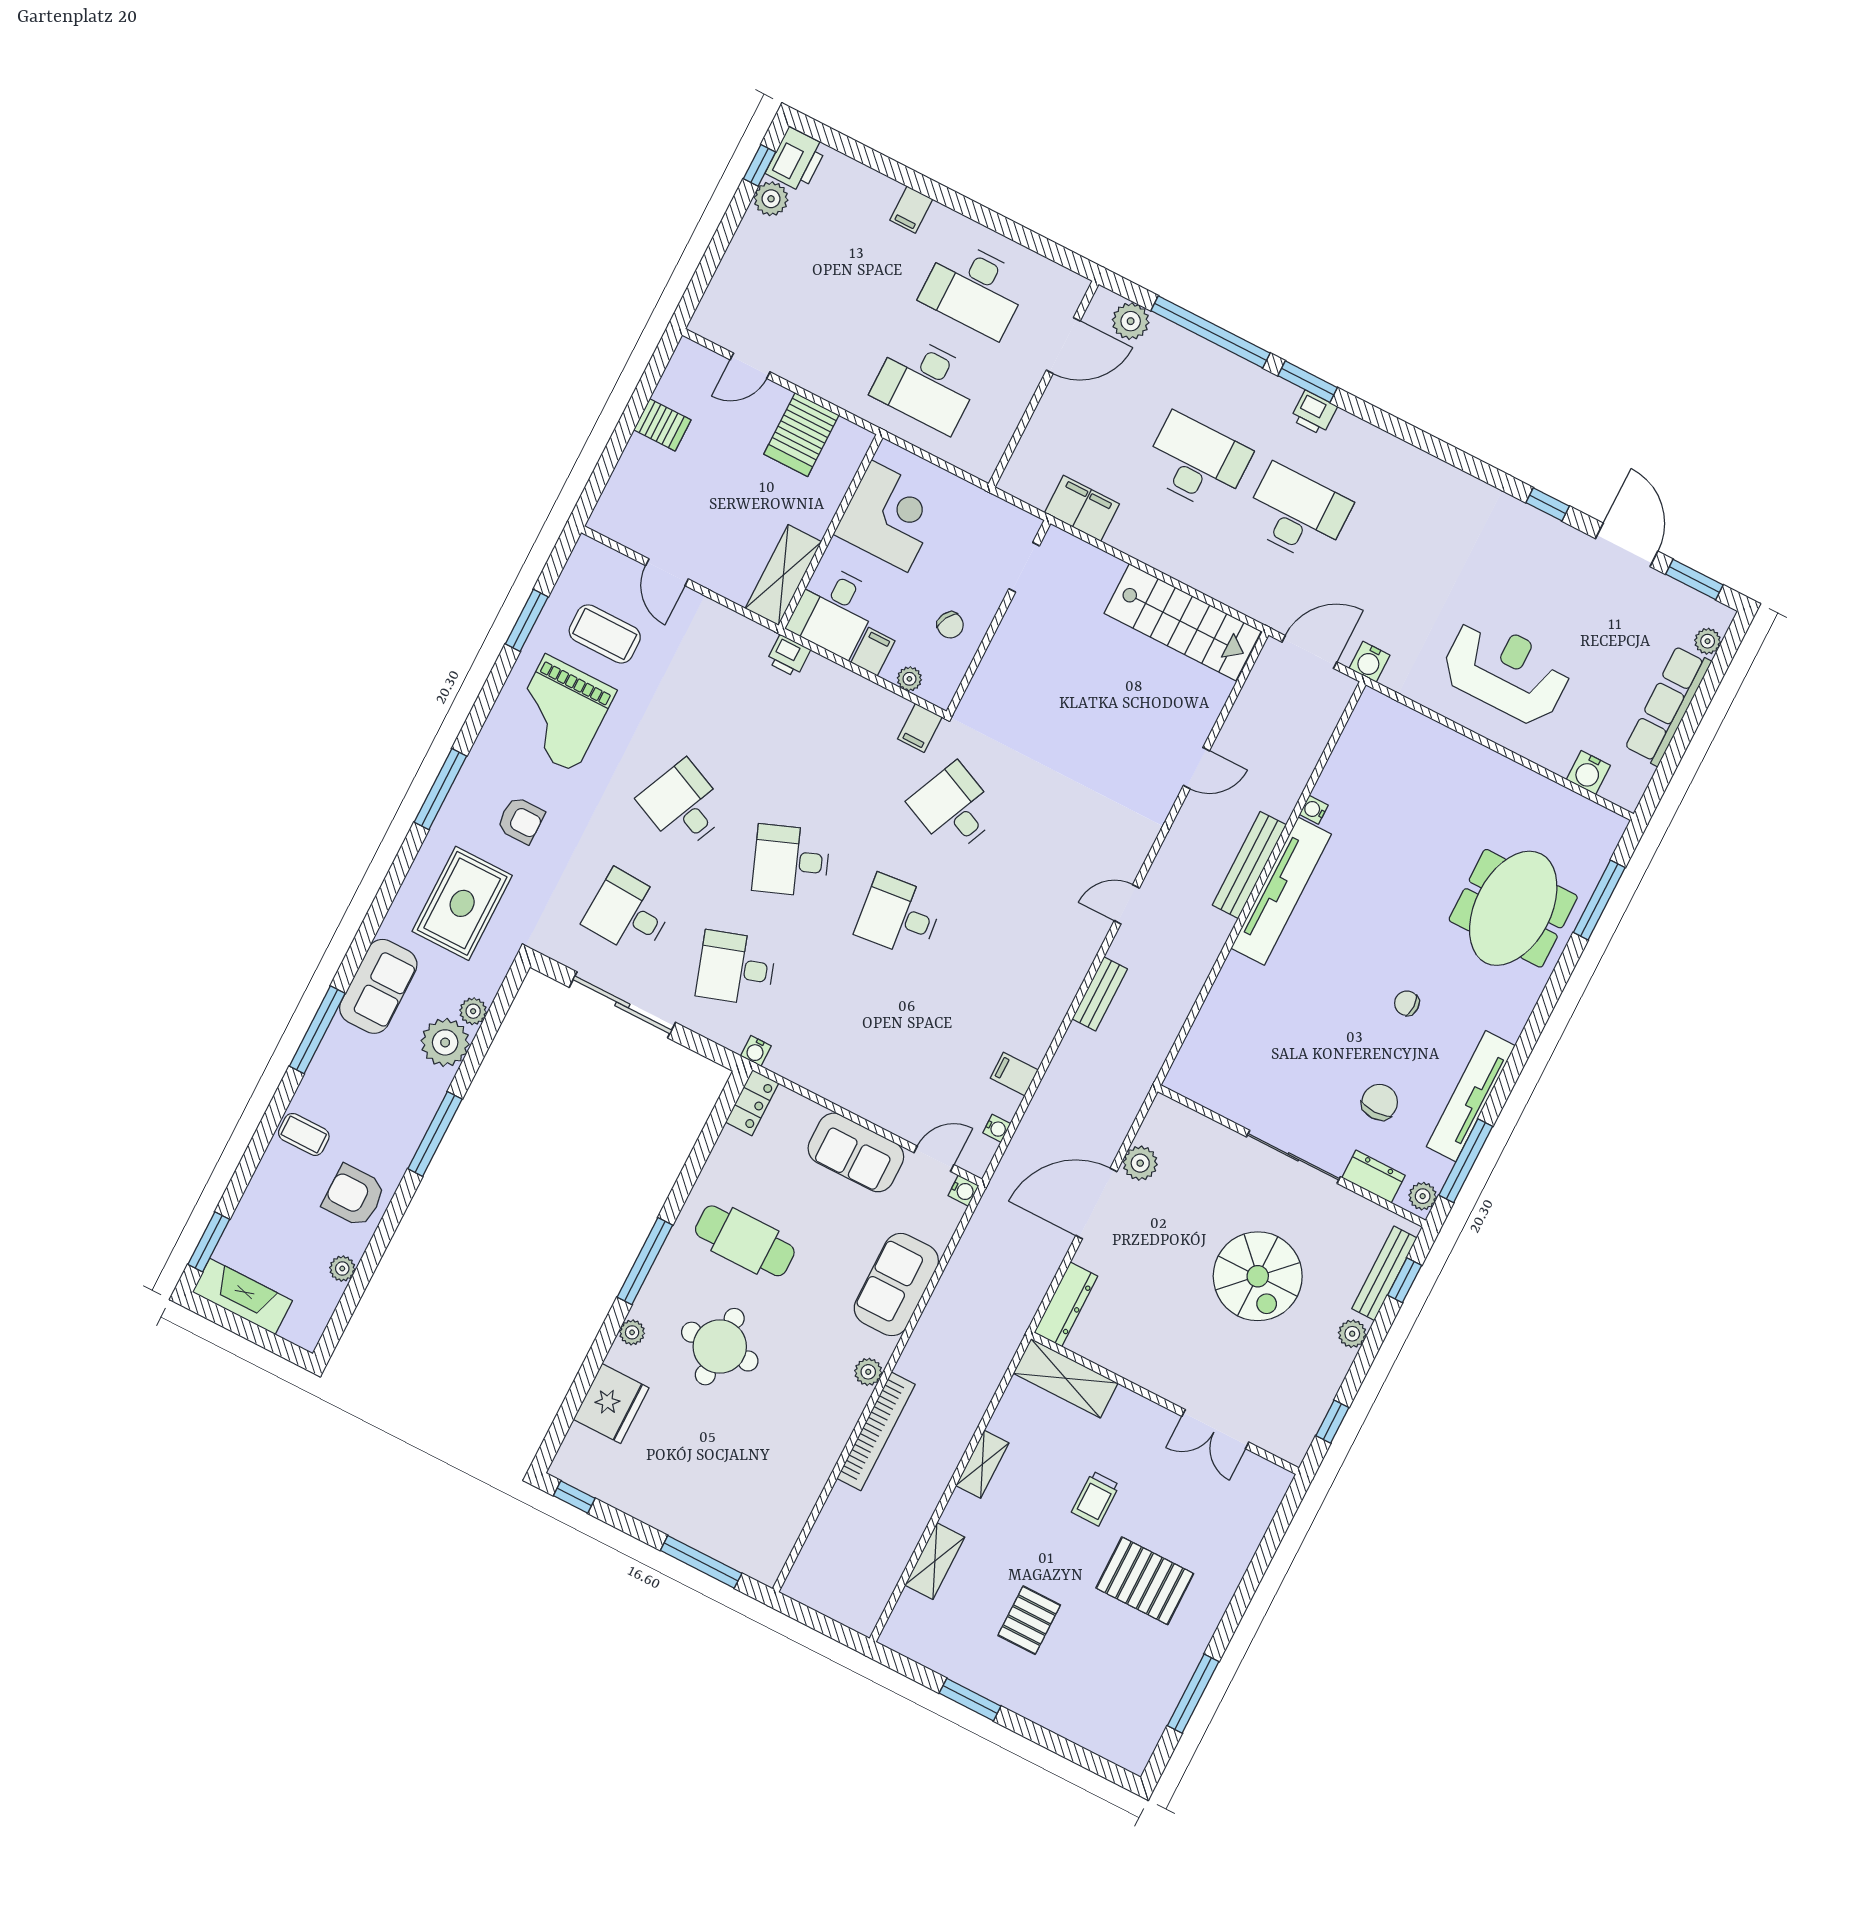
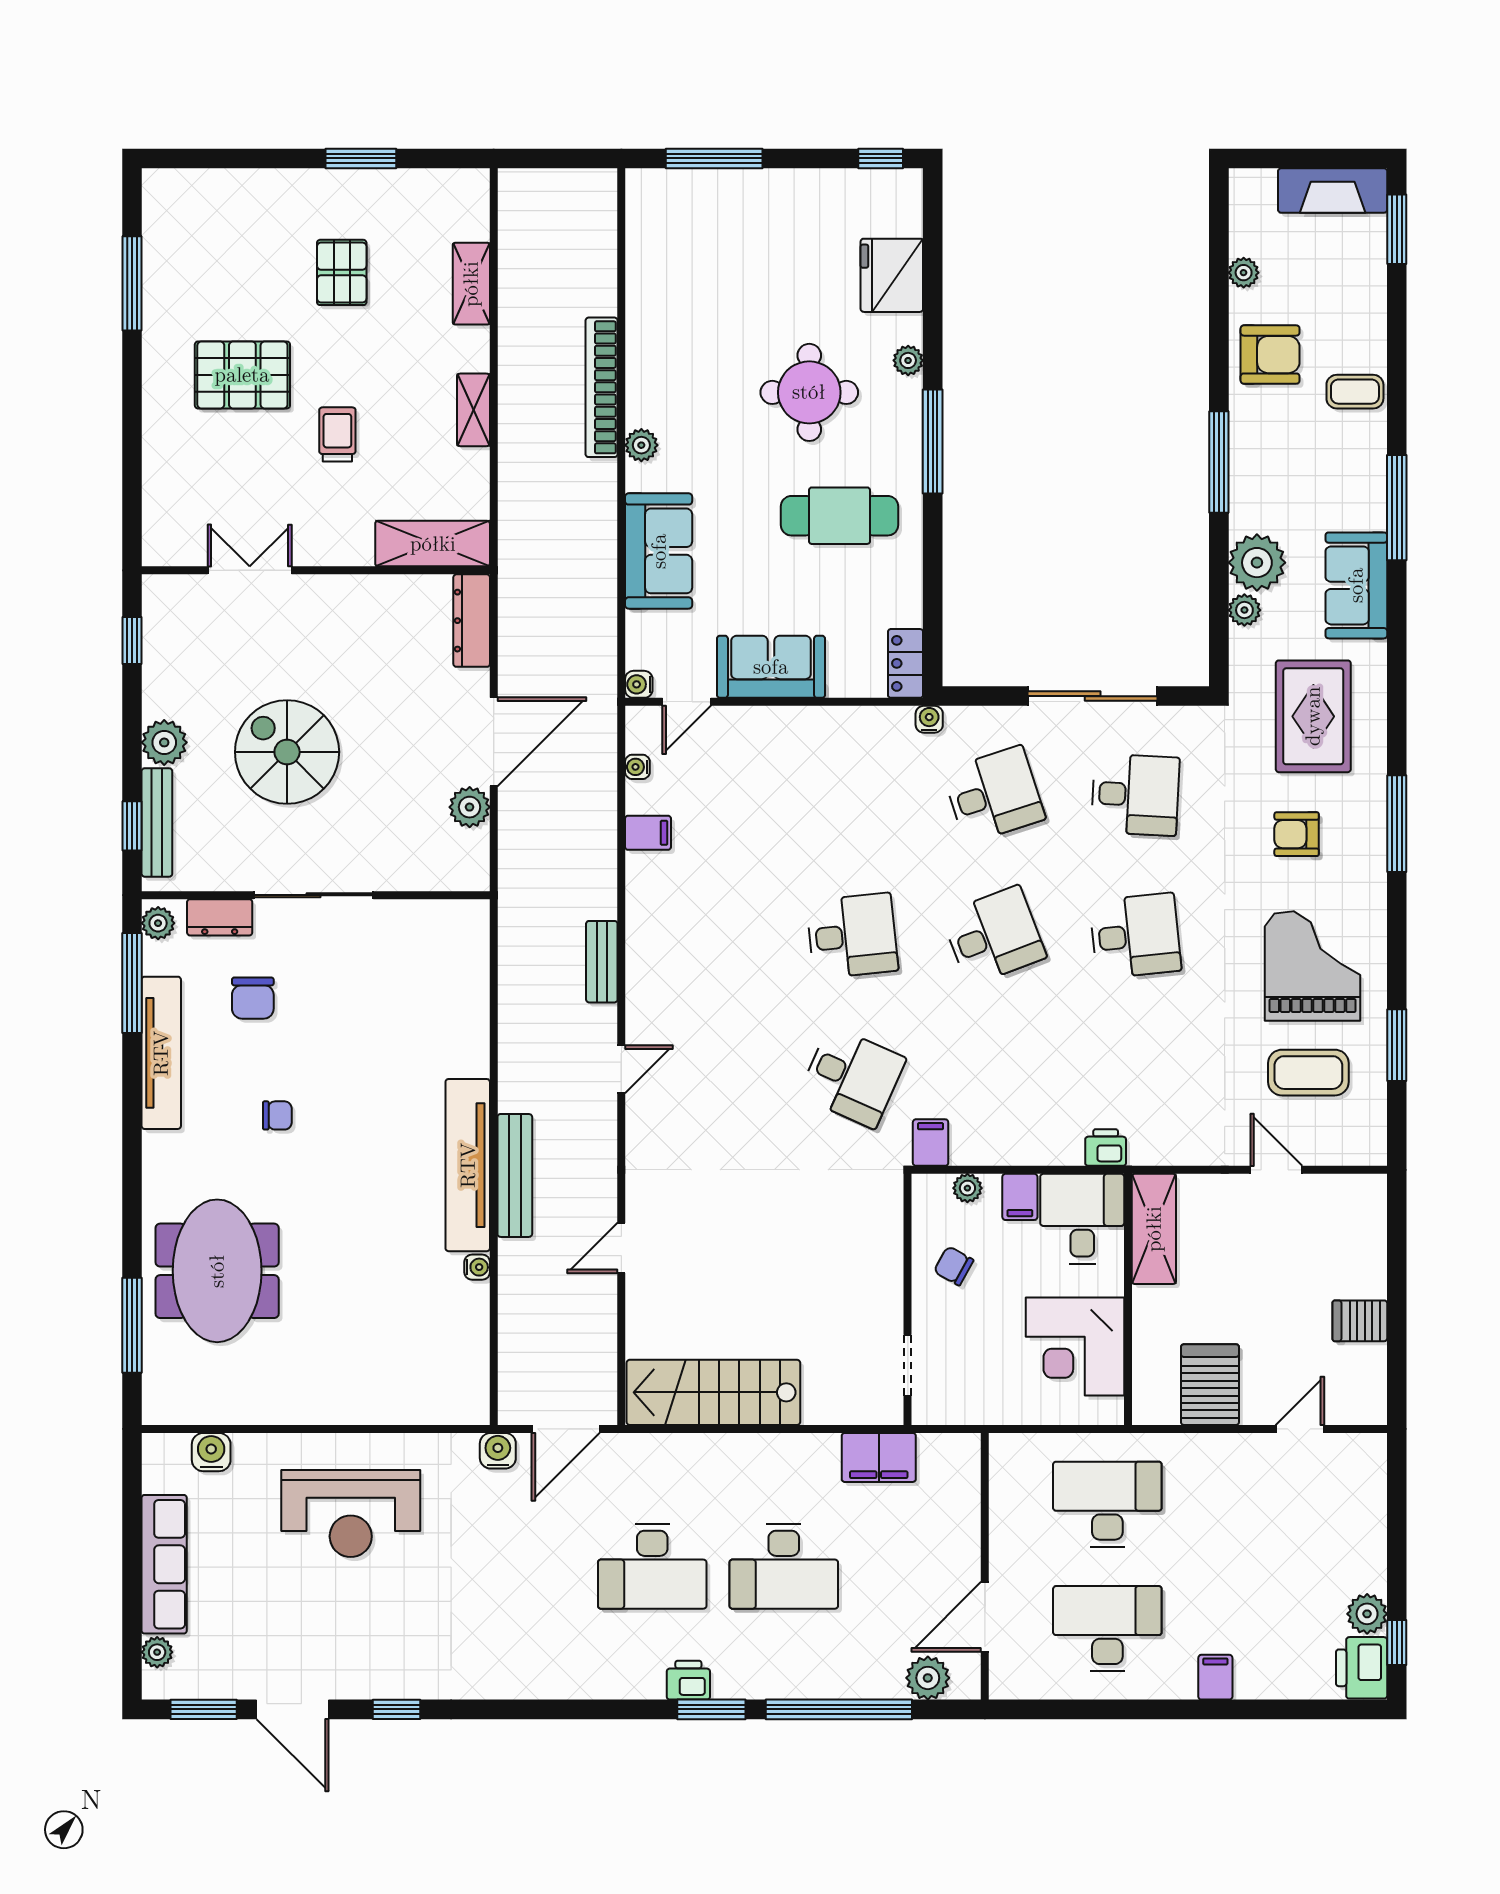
desk: (683, 806) -> (1135, 936), turned -30
plant: (1352, 1334) -> (164, 742), width x1.38, depth x1.38

